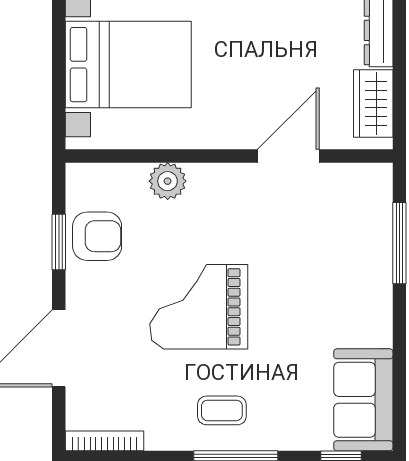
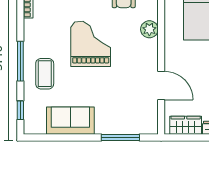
sofa: (363, 400) -> (70, 121), moved
coffee table: (222, 410) -> (45, 74), moved, width x1.36, depth x1.30

